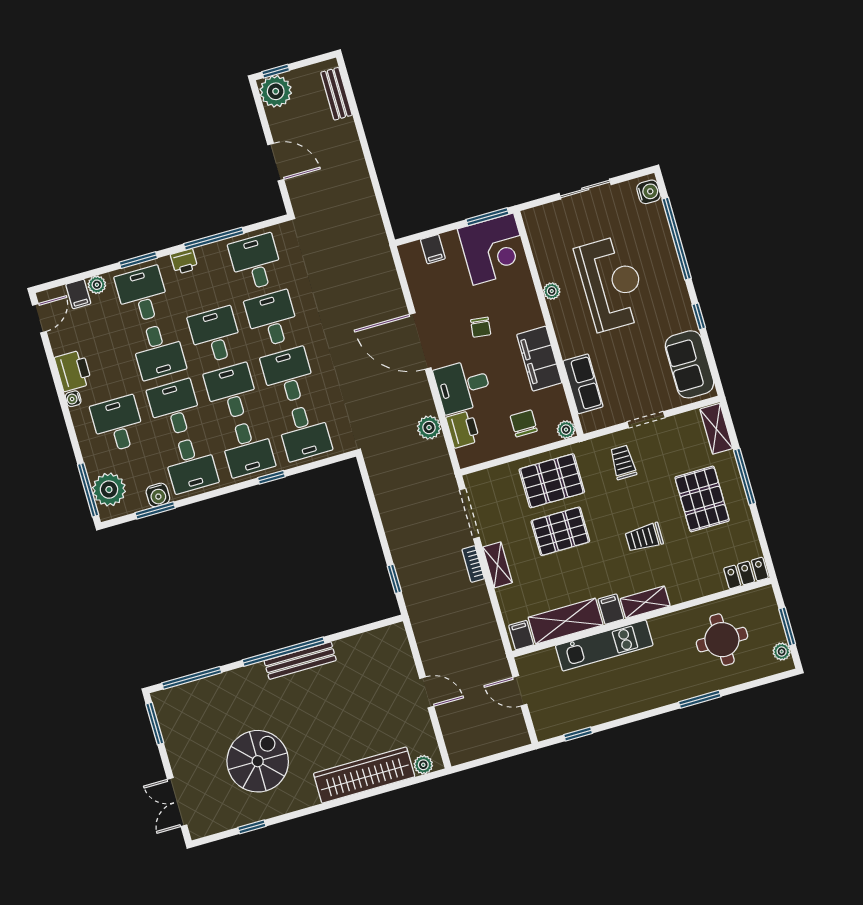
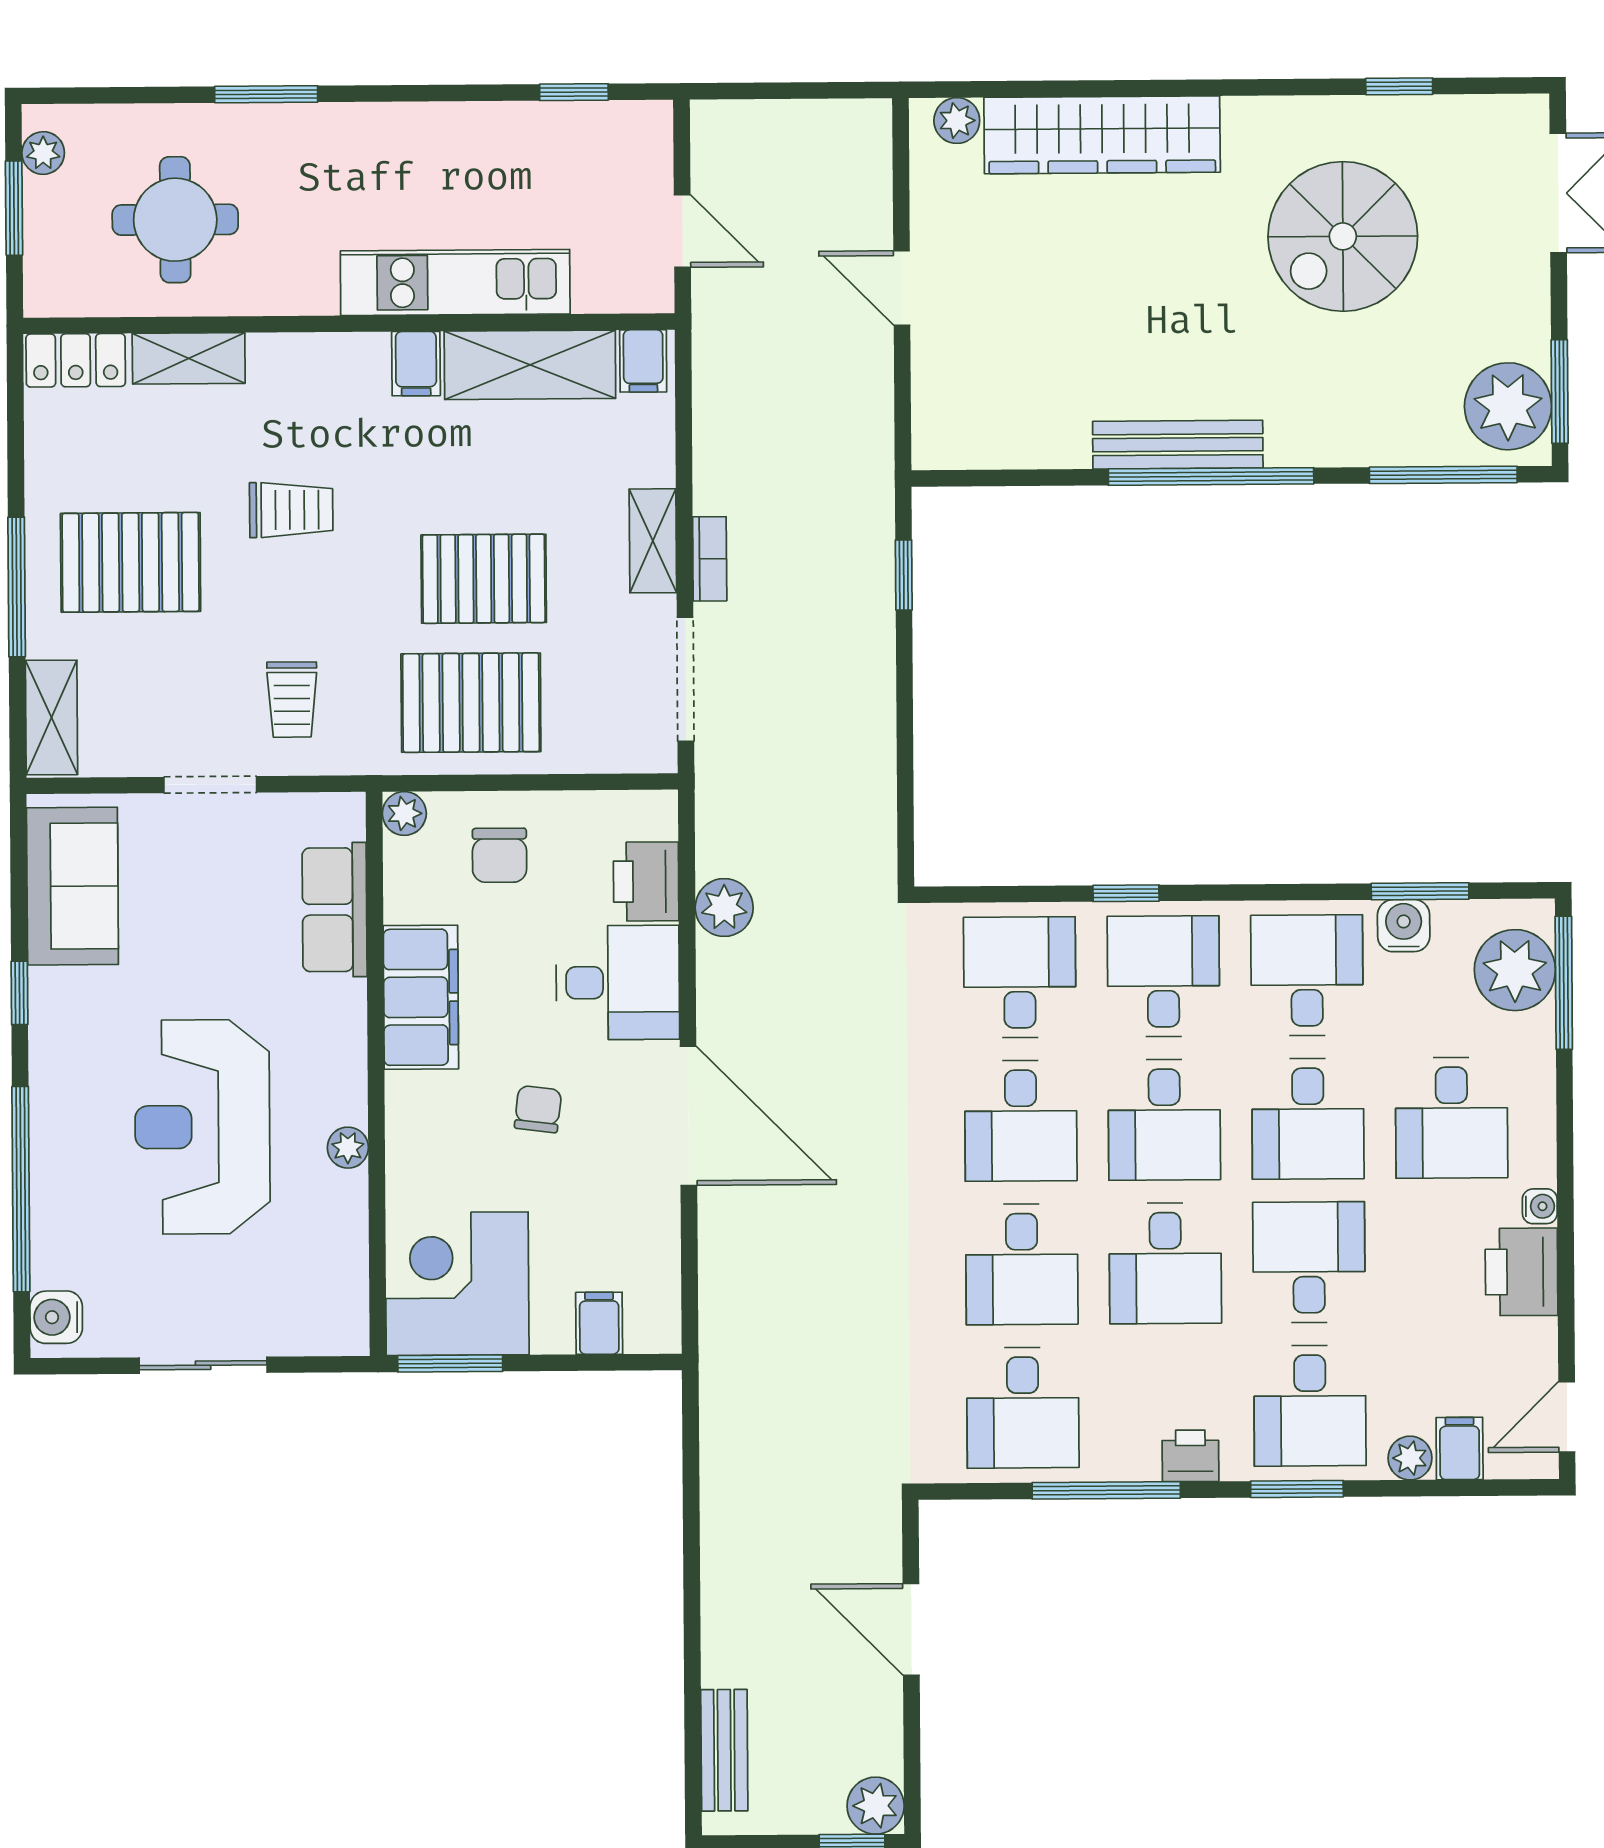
plant: (276, 91) -> (876, 1806), width x0.73, depth x0.73
pallet: (702, 499) -> (131, 562), turned 90
shelving: (645, 602) -> (189, 358), moved
plant: (174, 712) -> (1508, 406), added

